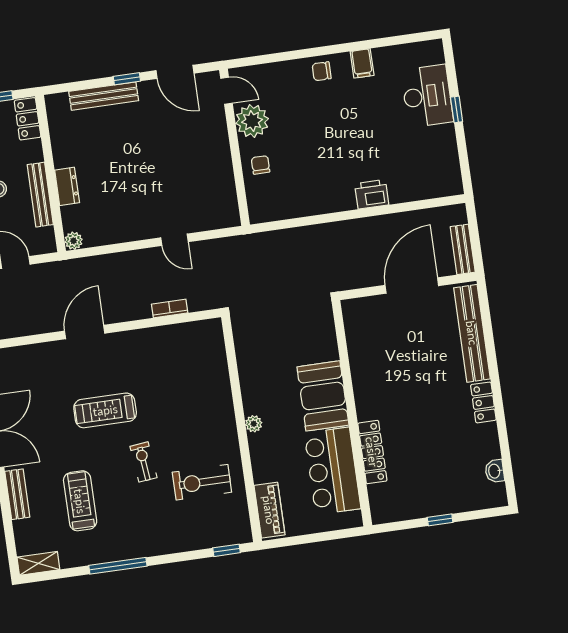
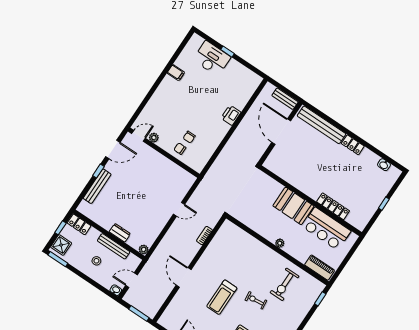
chair: (322, 71) -> (189, 137), moved
plant: (252, 121) -> (154, 138), width x0.53, depth x0.53

